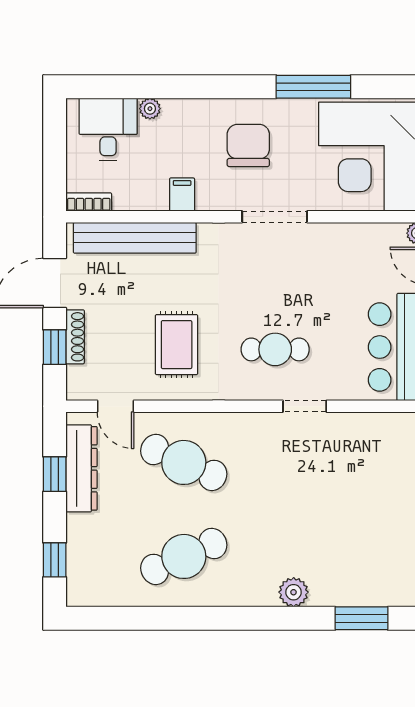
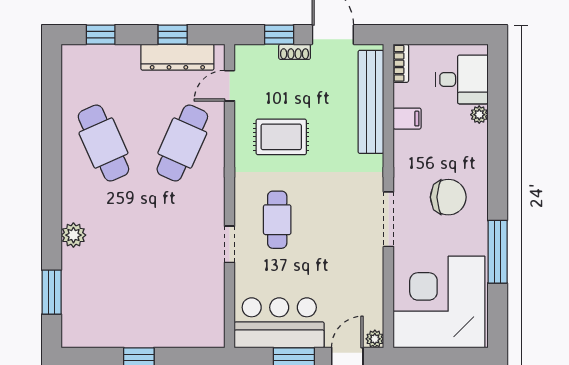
filing cabinet: (182, 195) -> (407, 119), moved
shoe rack: (75, 337) -> (295, 52), width x0.70

